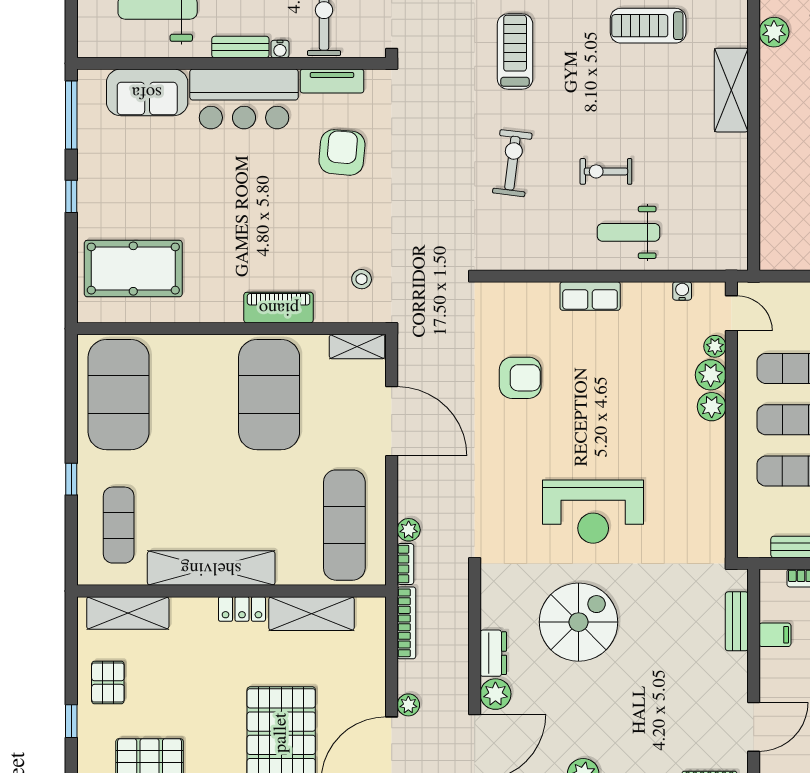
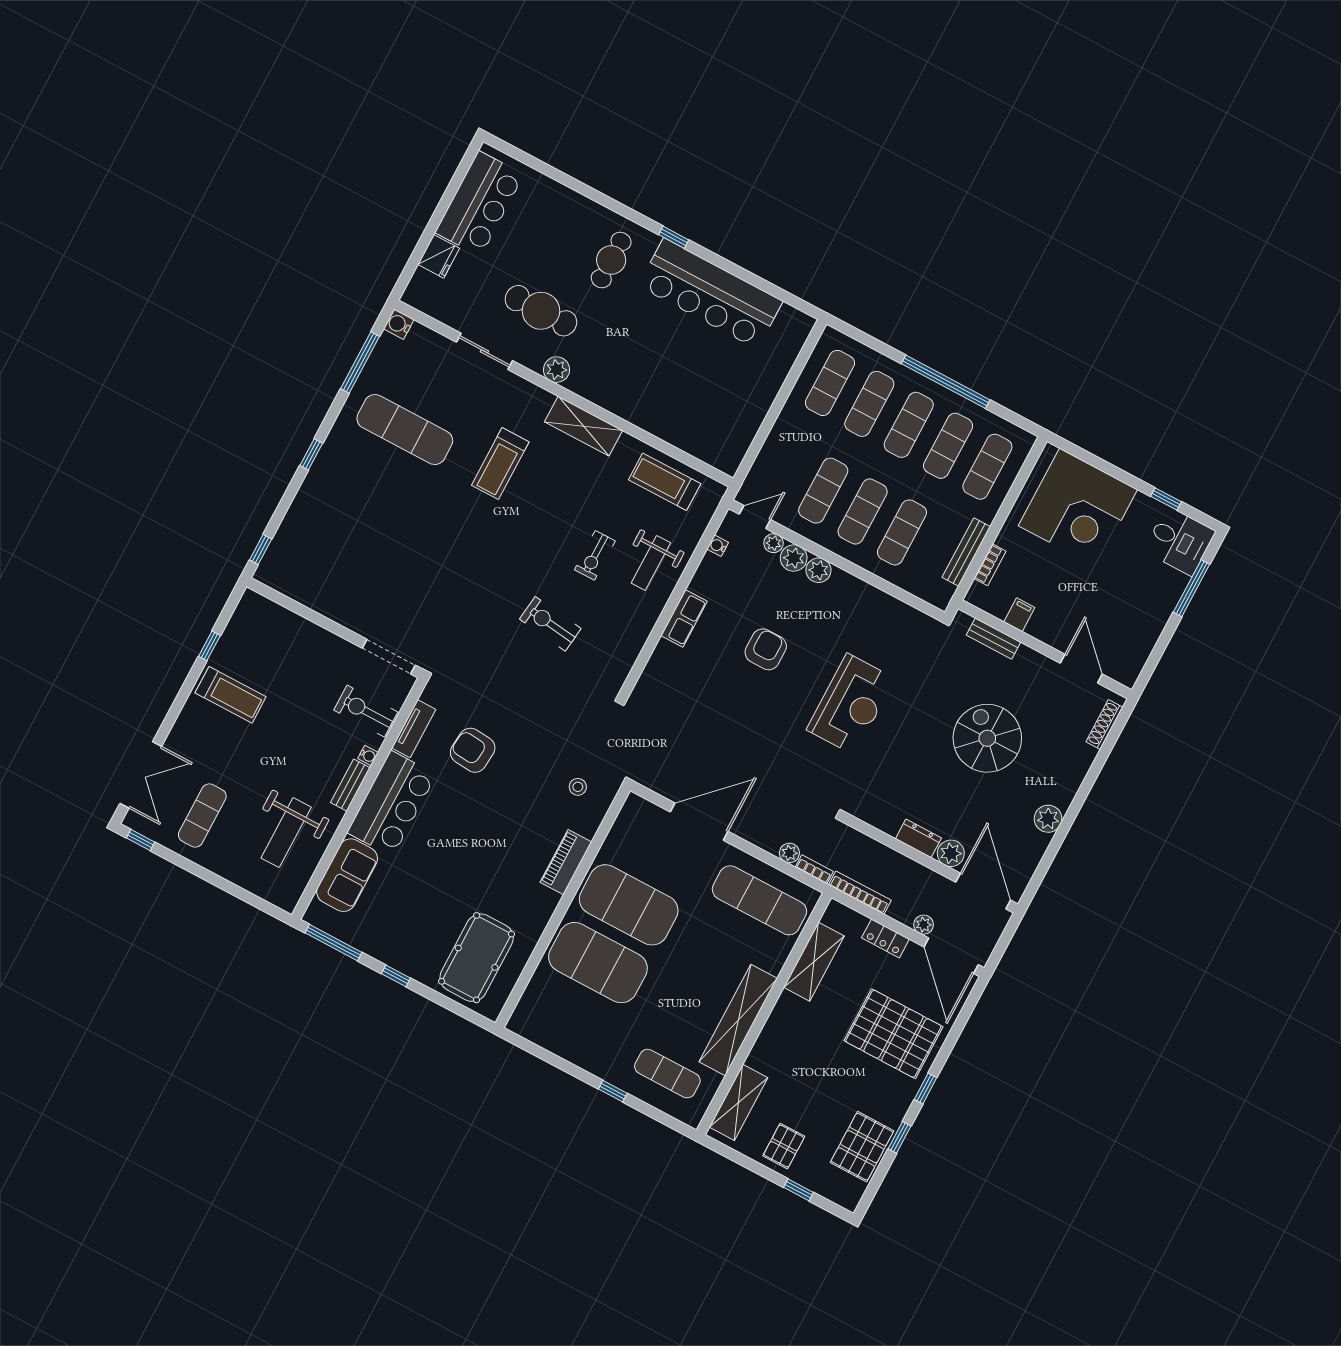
treadmill: (515, 51) -> (665, 482), moved
shelving: (357, 347) -> (628, 818), removed
armchair: (520, 378) -> (766, 649), moved
exercise mat: (119, 395) -> (598, 963), moved
locker: (242, 609) -> (885, 938), moved, turned 90
spiral stairs: (579, 622) -> (987, 738), moved
pallet: (108, 683) -> (784, 1146), turned 90

